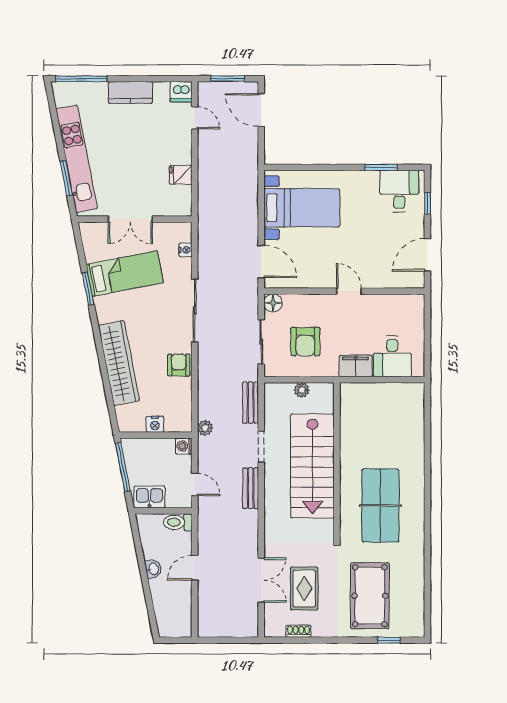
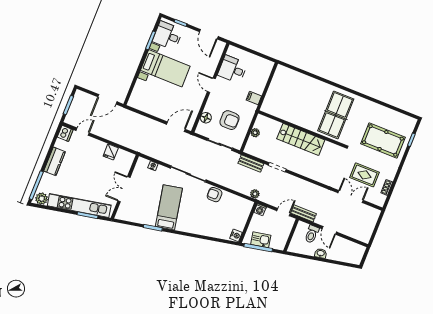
plant: (64, 95) -> (42, 199), added
door: (261, 110) -> (107, 99), moved
bed with nightstands: (302, 208) -> (165, 68), moved, turned 90
double door: (130, 219) -> (124, 189), swing flipped
bed: (125, 274) -> (169, 207), moved
door: (349, 291) -> (211, 85), hinge flipped
floor lamp: (273, 303) -> (206, 118), moved
desk: (392, 356) -> (232, 69), moved, turned 180
wardrobe: (119, 363) -> (200, 227), removed
filing cabinet: (356, 366) -> (254, 98), width x0.50
nightstand: (155, 424) -> (236, 235), moved
stairs: (312, 466) -> (301, 139), width x0.73, depth x0.66
bench: (251, 488) -> (303, 213), moved
kitchen sink: (149, 497) -> (261, 240), moved, turned 79
table tennis table: (380, 506) -> (336, 115), turned 90
toilet: (178, 522) -> (312, 234), moved

